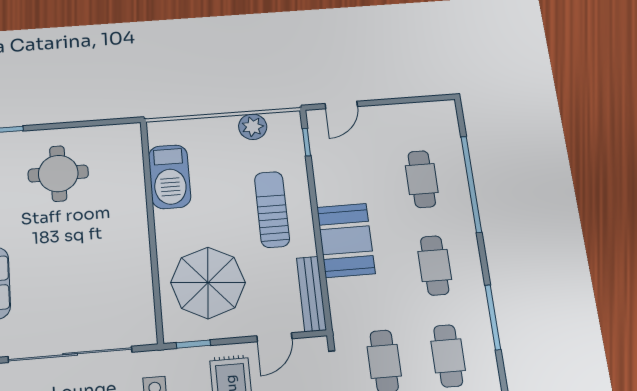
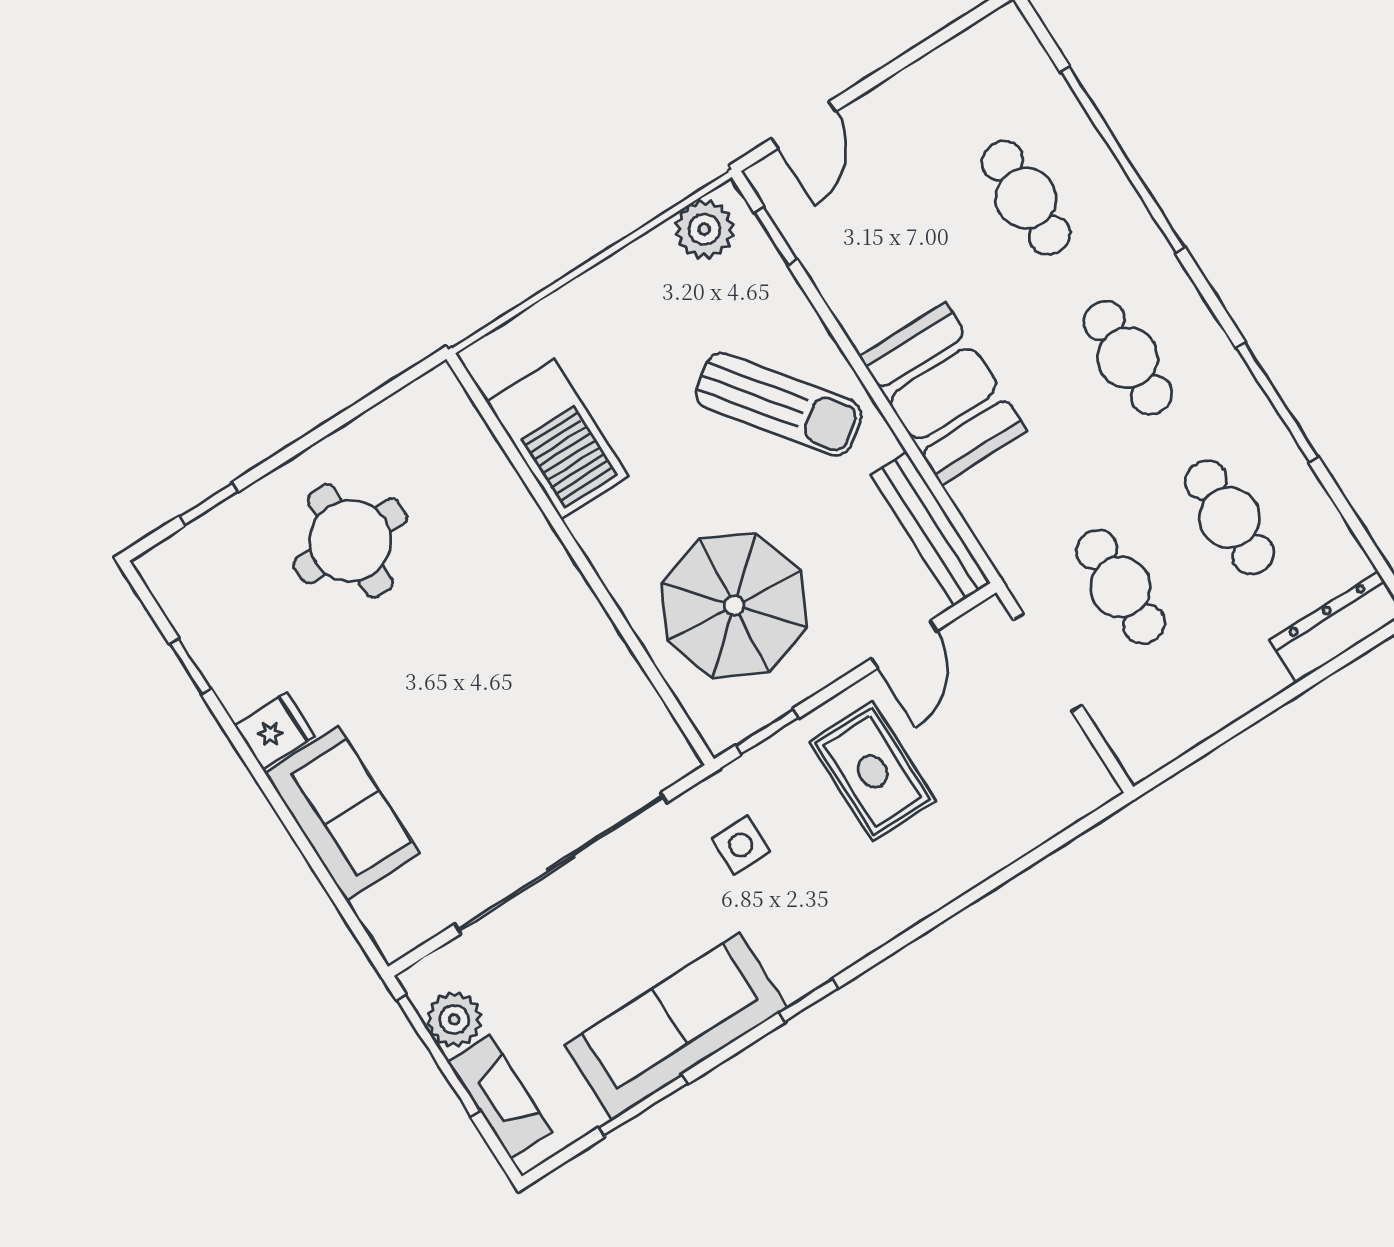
plant: (253, 127) -> (704, 229), moved
sun lounger: (272, 209) -> (779, 404), turned 143

